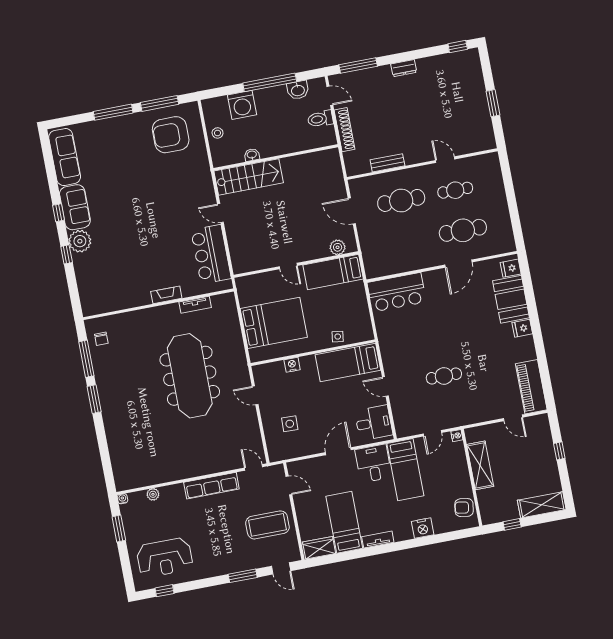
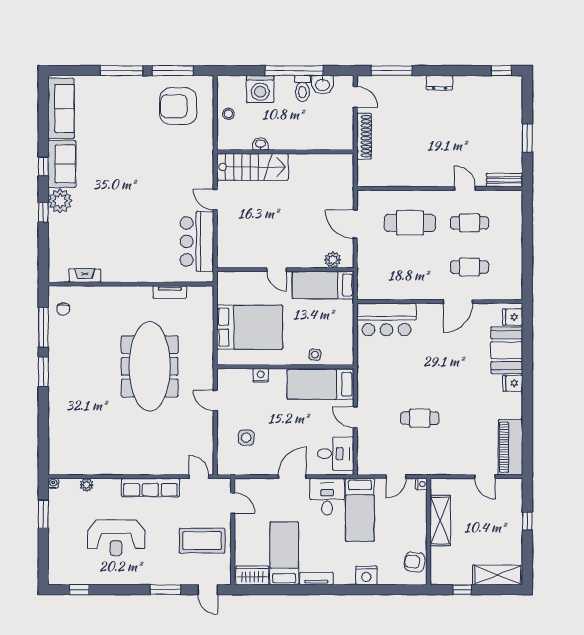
toilet: (320, 119) -> (302, 89), moved, turned -90
bench: (387, 163) -> (504, 180), moved
cafe table: (463, 230) -> (469, 267), width x0.73, depth x0.74
fireplace: (166, 295) -> (85, 276), moved
reception desk: (165, 558) -> (116, 538), moved

